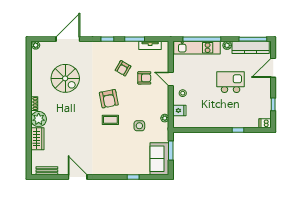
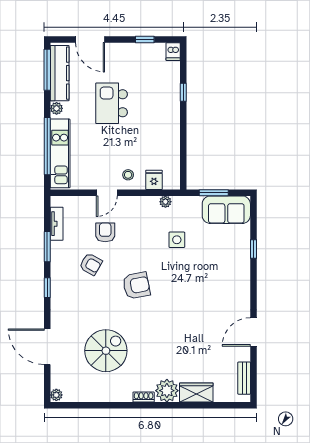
coffee table: (110, 120) -> (168, 283), removed

